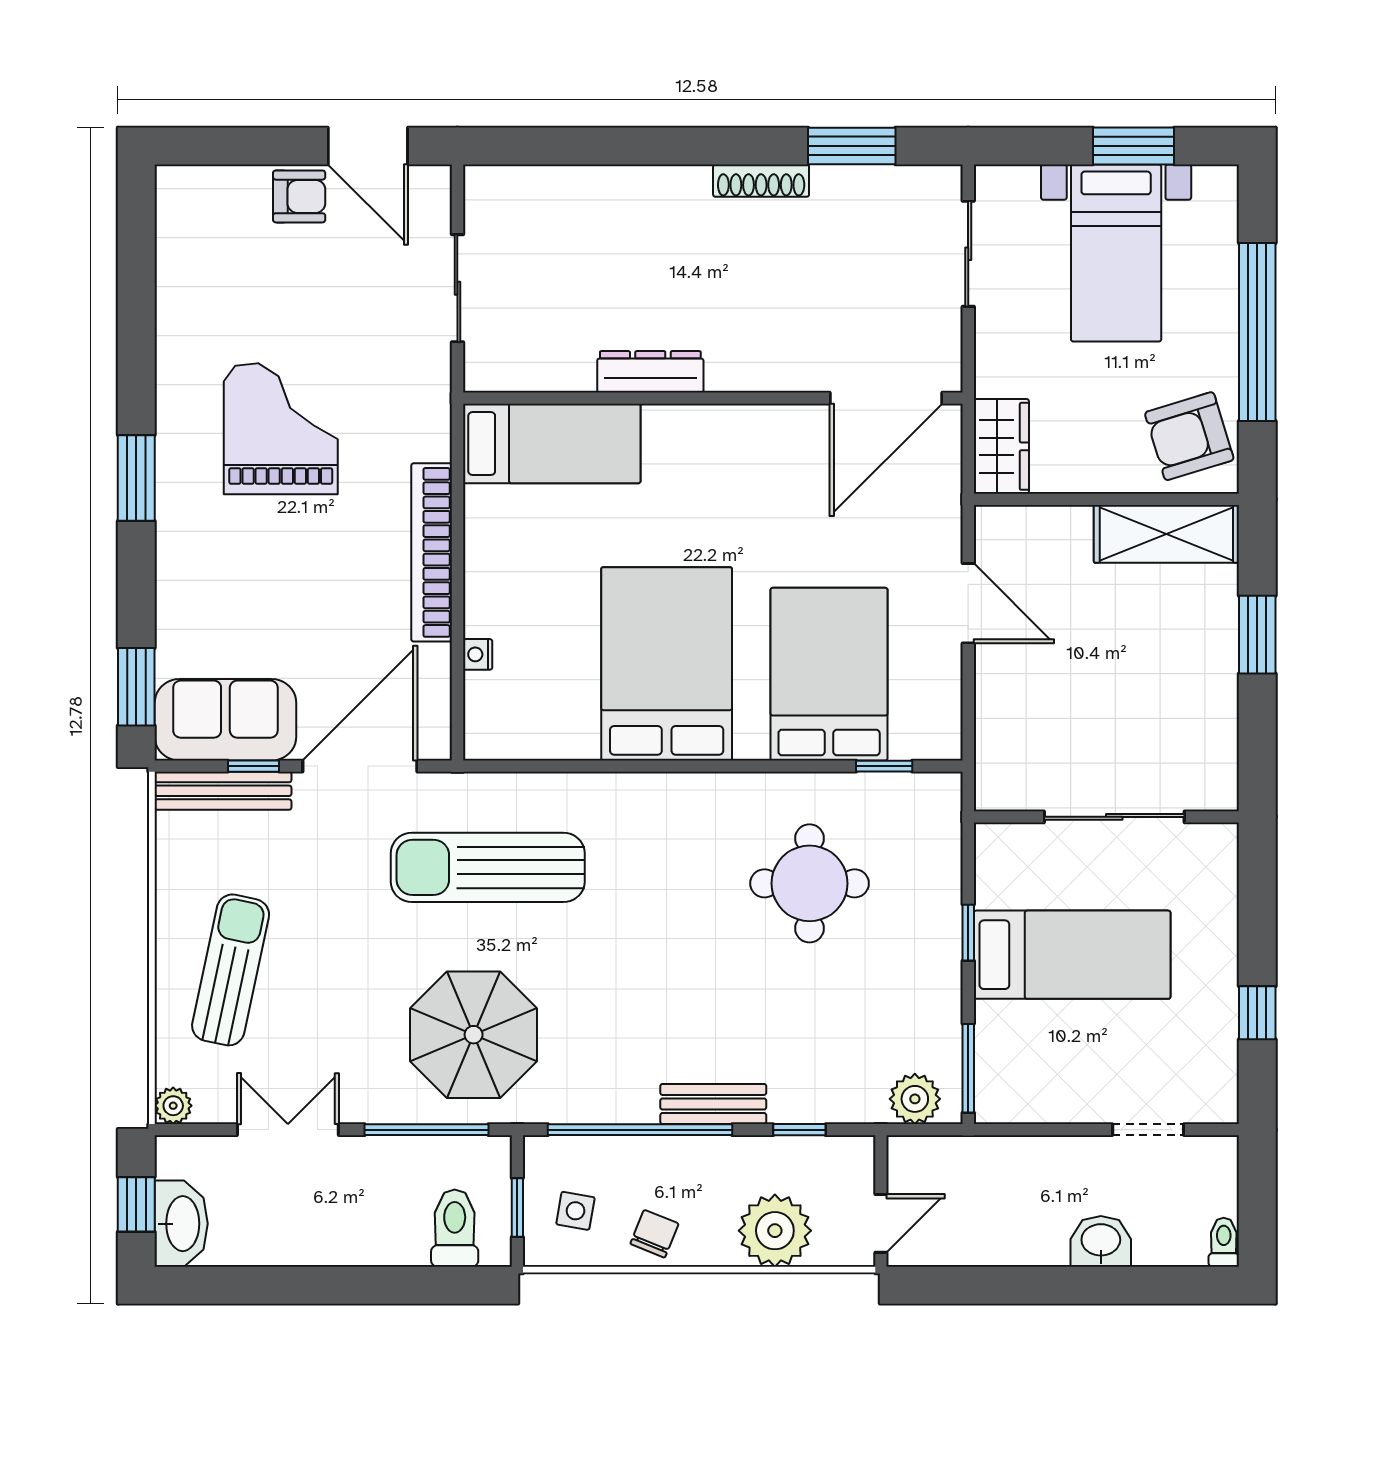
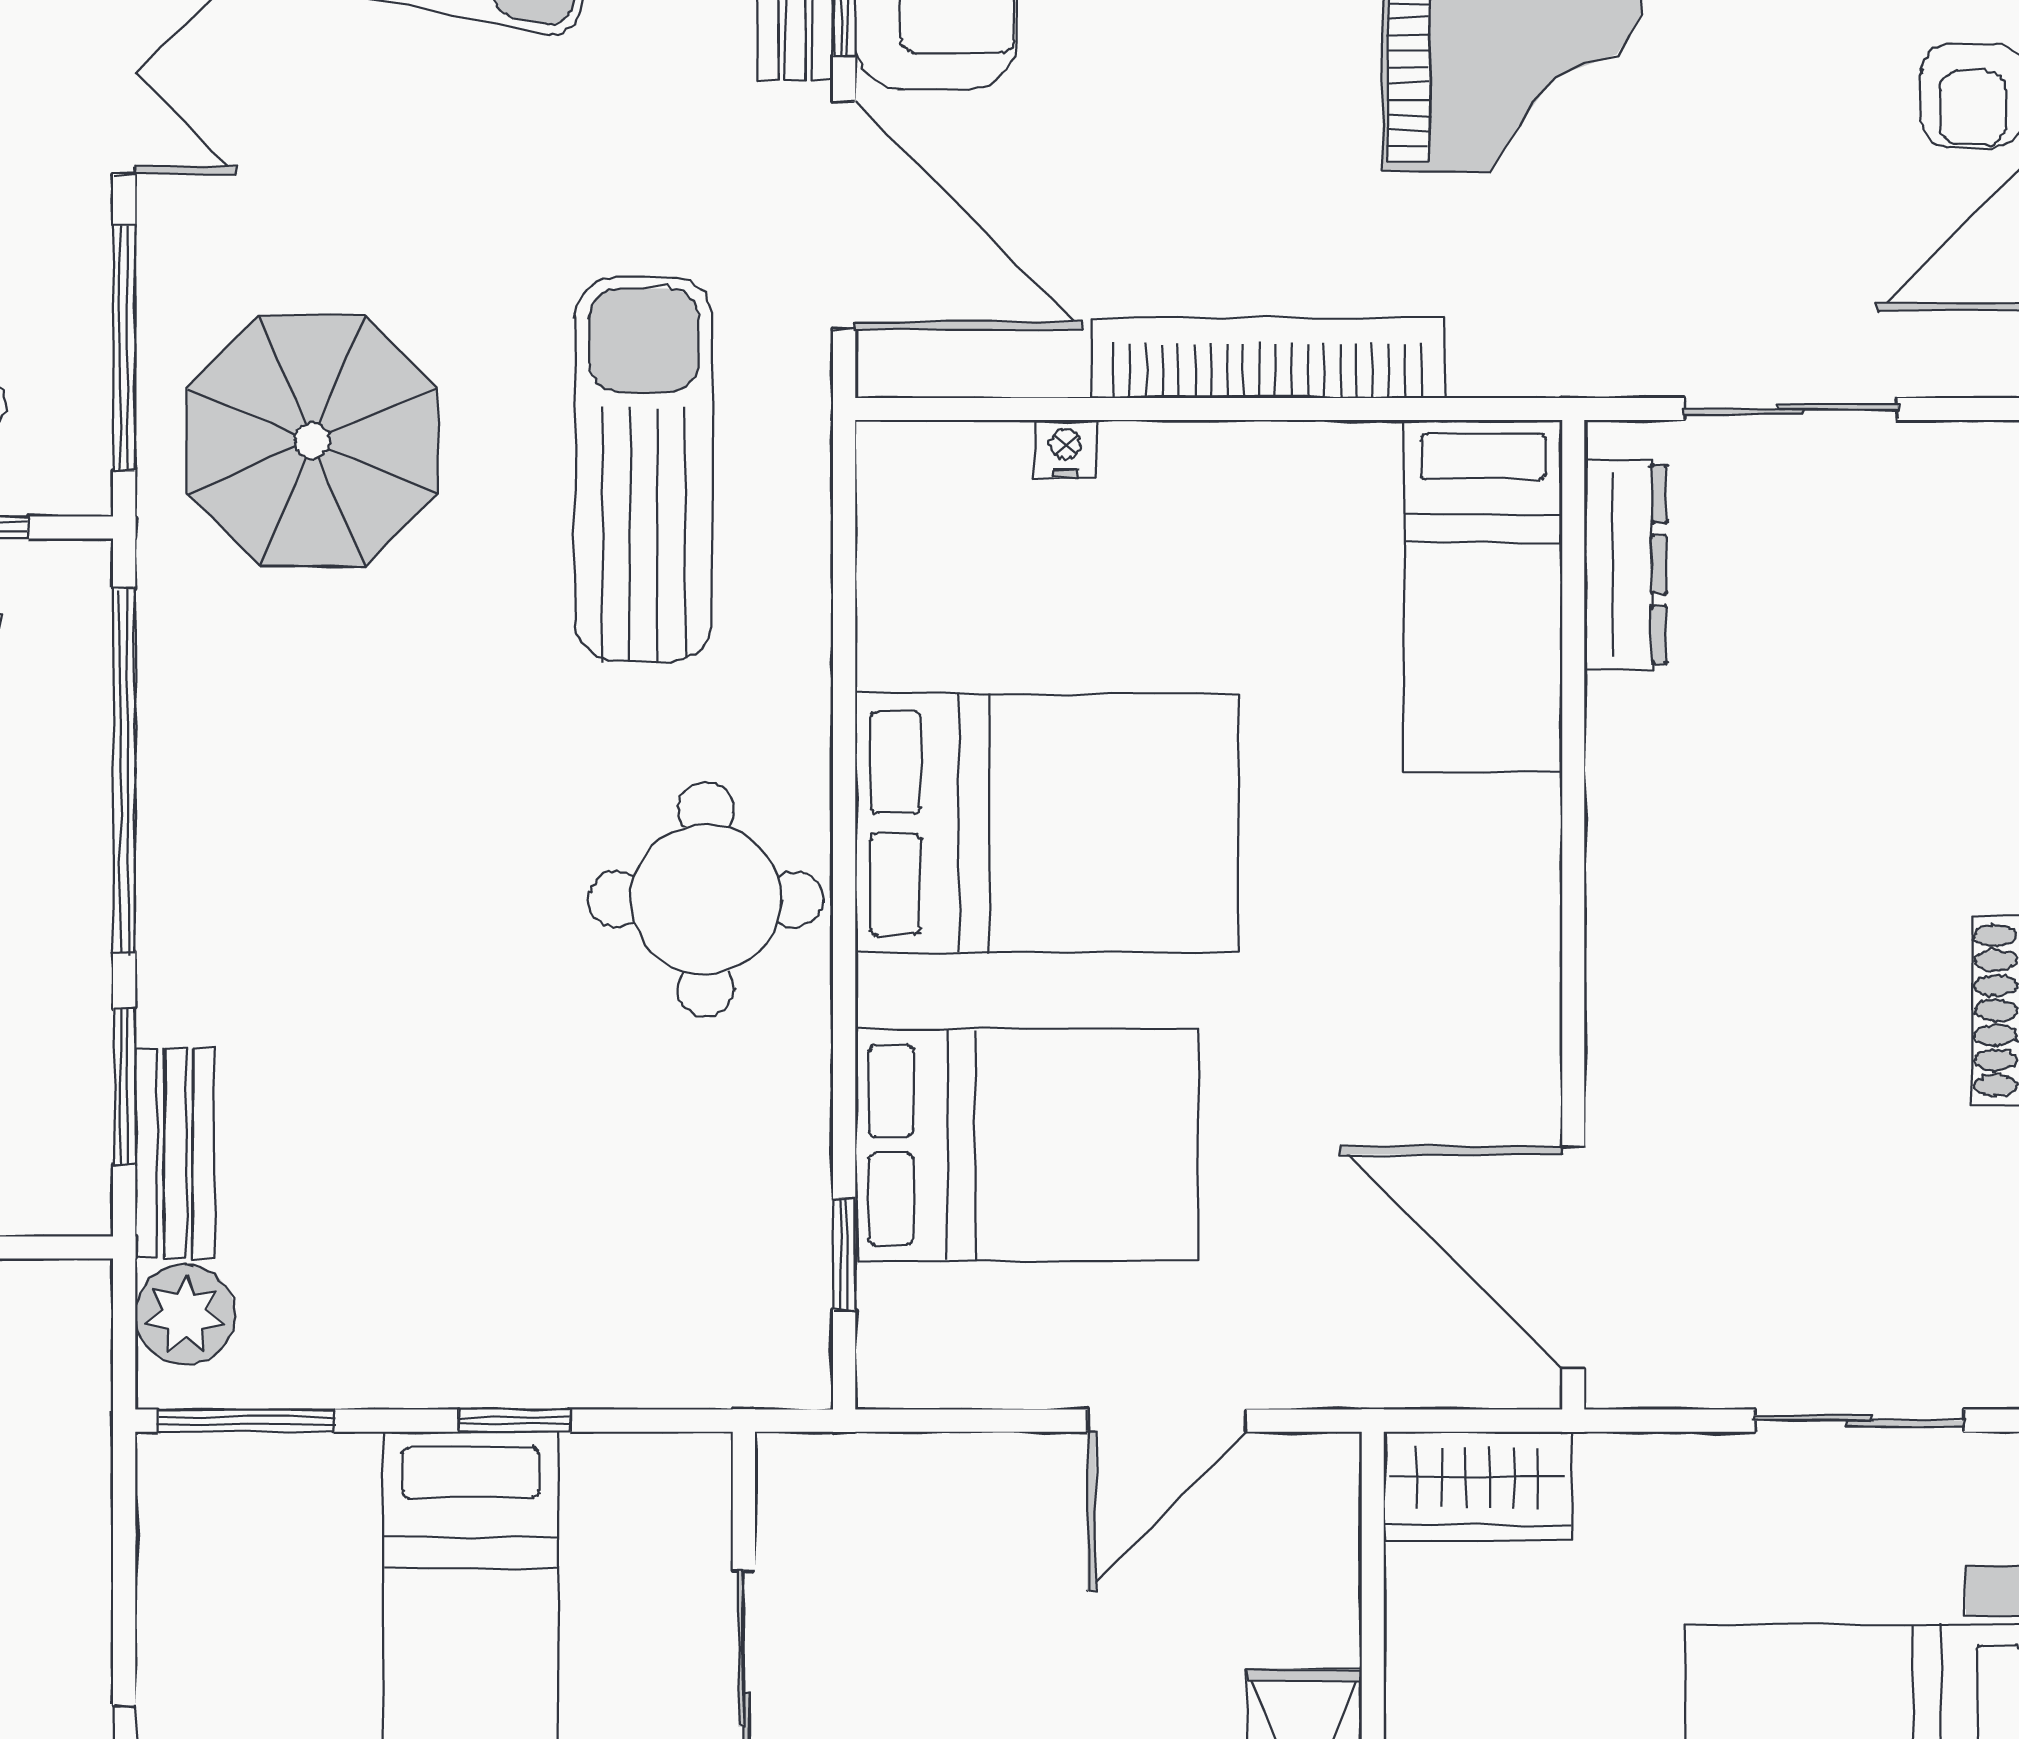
dresser: (650, 372) -> (1625, 564), moved
round table: (810, 883) -> (706, 899), moved
bench: (713, 1104) -> (175, 1153), moved
window: (799, 1130) -> (124, 1086), width x1.50

